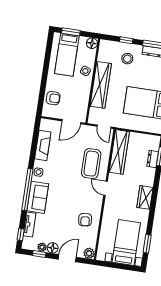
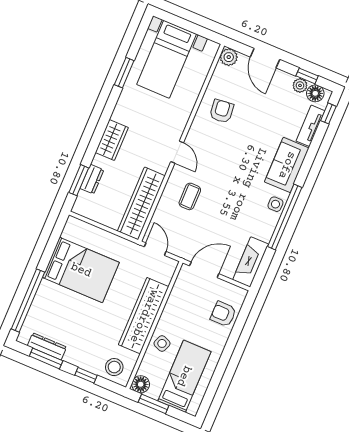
window: (71, 32) -> (154, 404), moved
stool: (127, 59) -> (114, 367), moved
fireplace: (43, 145) -> (251, 262), moved
coffee table: (91, 164) -> (190, 196), width x0.54, depth x0.58
window: (27, 189) -> (285, 217), moved
wardrobe: (145, 197) -> (112, 140), moved
window: (147, 244) -> (124, 73), moved
floor lamp: (53, 248) -> (315, 93), moved
door: (67, 258) -> (265, 58), hinge flipped

